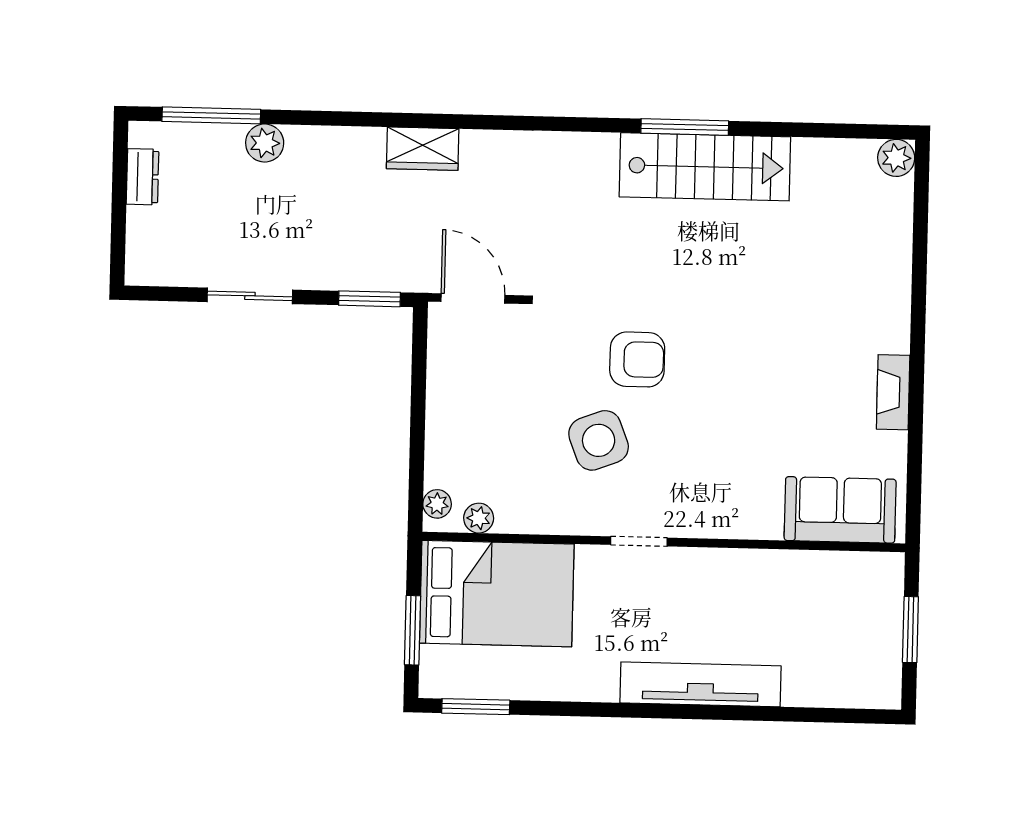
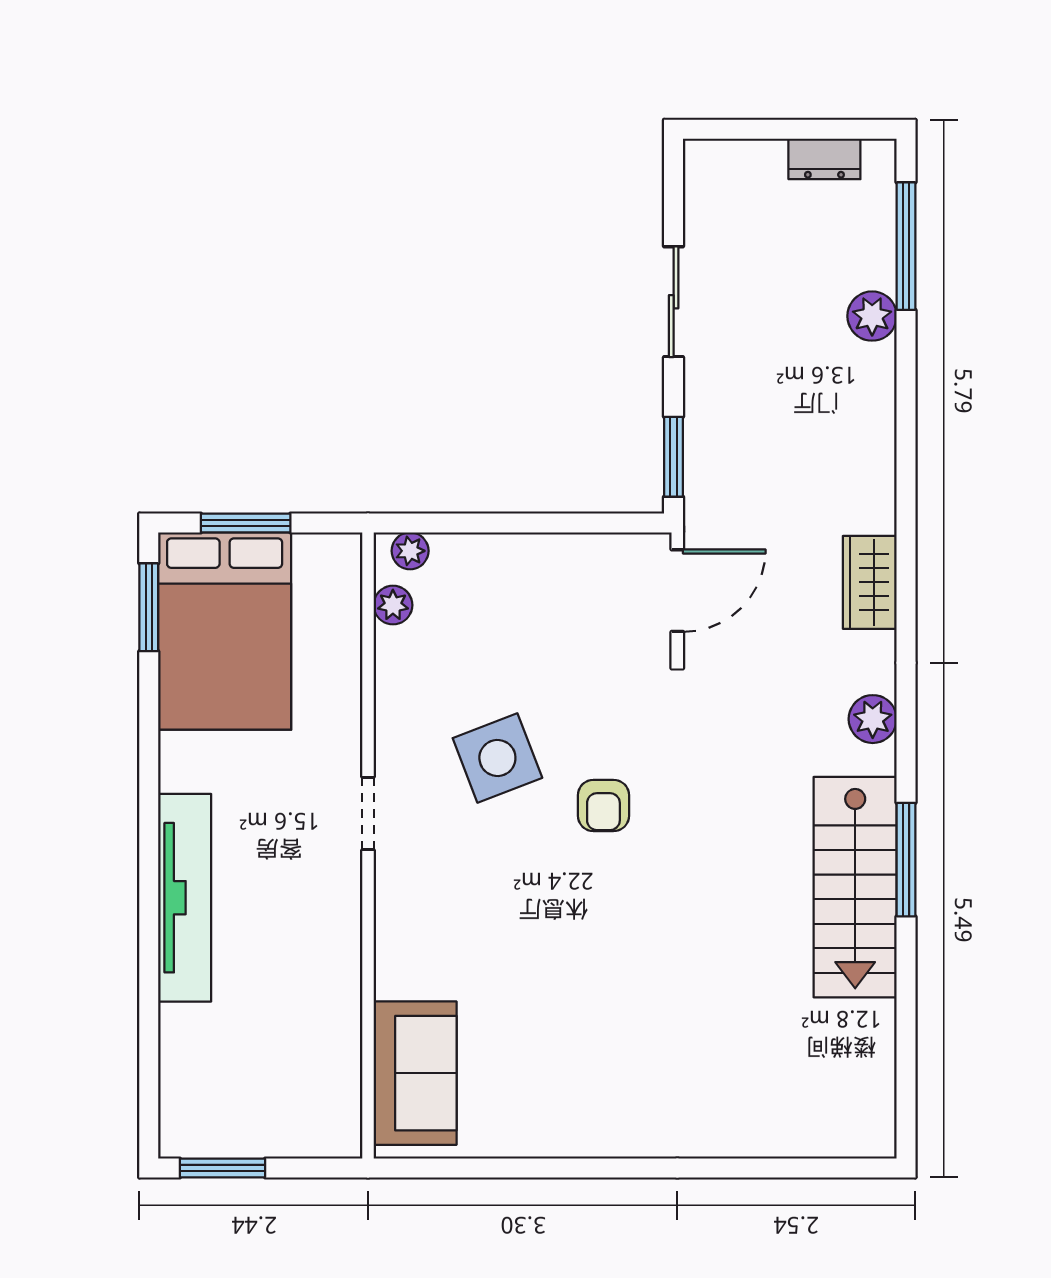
wardrobe: (423, 149) -> (870, 582), moved
plant: (896, 158) -> (873, 719), moved
armchair: (637, 359) -> (603, 805), width x0.72, depth x0.72
fireplace: (893, 392) -> (569, 1138), removed
bed: (497, 594) -> (225, 631), moved
window: (910, 630) -> (222, 1168), moved

